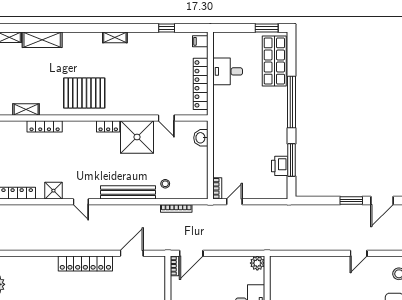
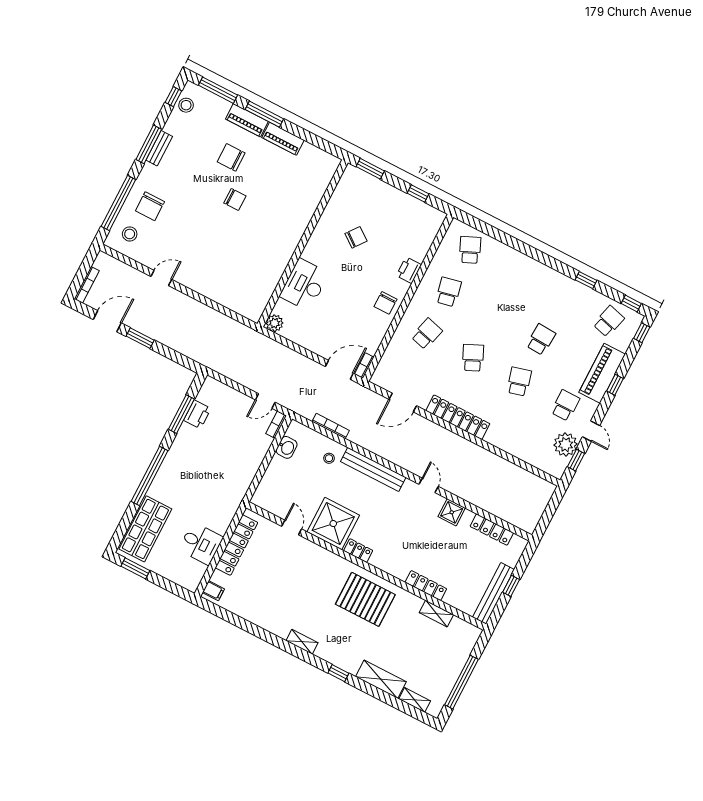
window: (167, 28) -> (338, 673), moved
washbasin: (201, 138) -> (287, 447), moved

